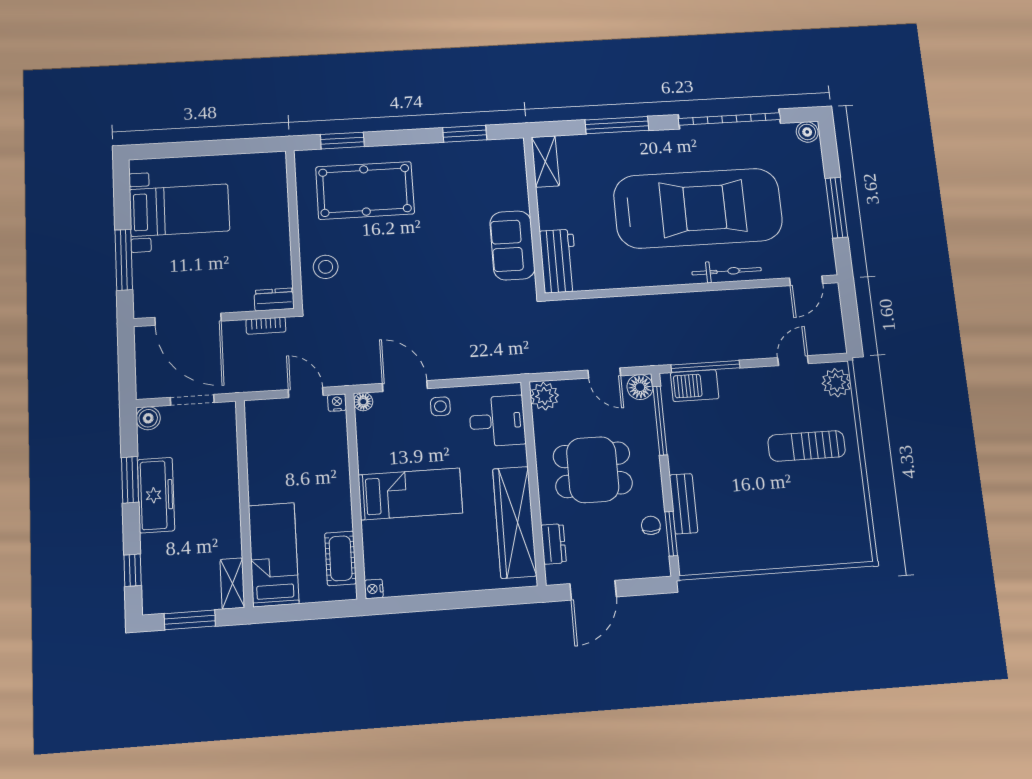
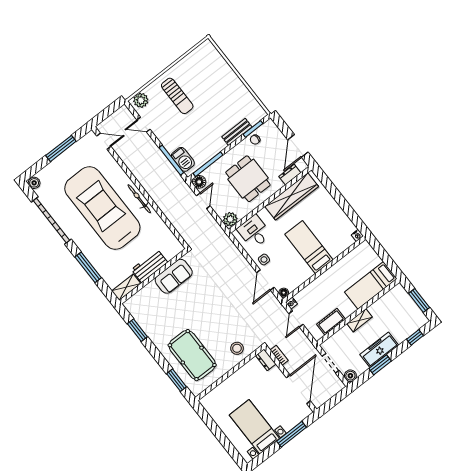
workbench: (559, 261) -> (149, 266), moved
bicycle: (727, 271) -> (139, 199), moved
cot: (341, 558) -> (331, 322), moved
shelving: (232, 584) -> (360, 320), moved
door: (593, 590) -> (298, 146), swing flipped

